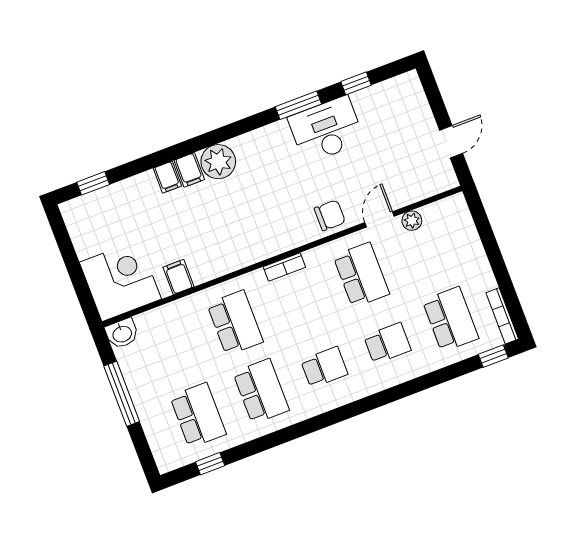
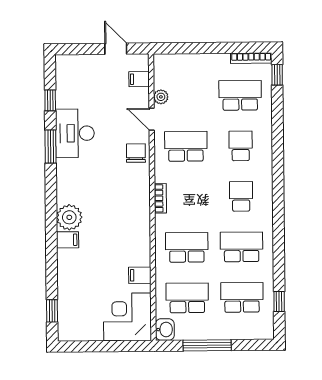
filing cabinet: (167, 177) -> (139, 79), moved, turned 180
school desk: (172, 347) -> (187, 298), added

